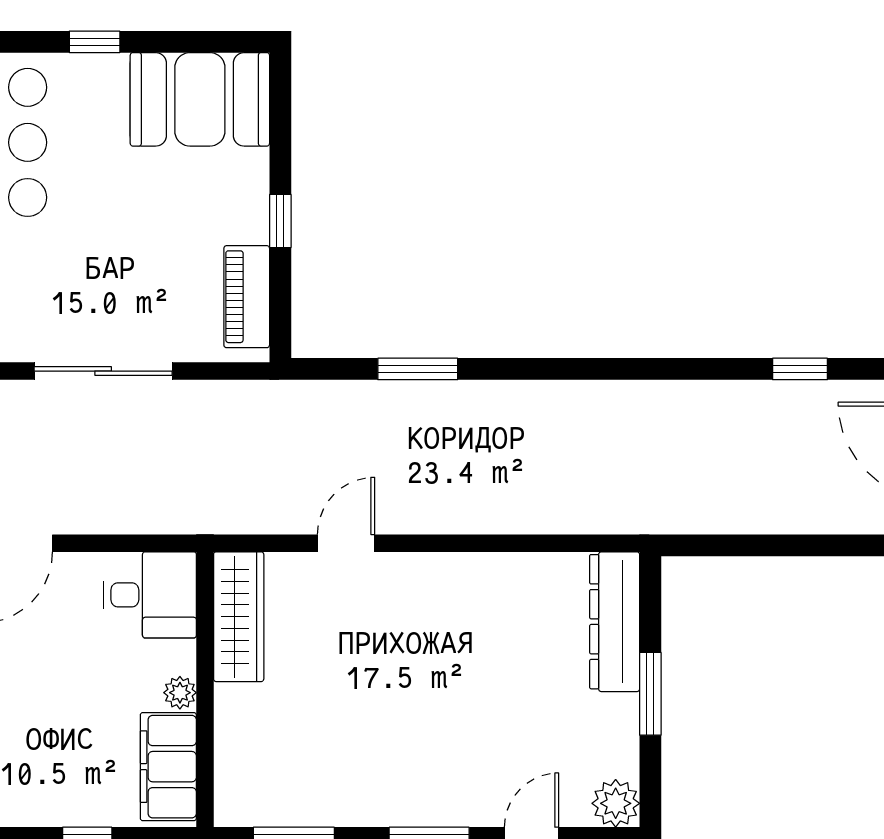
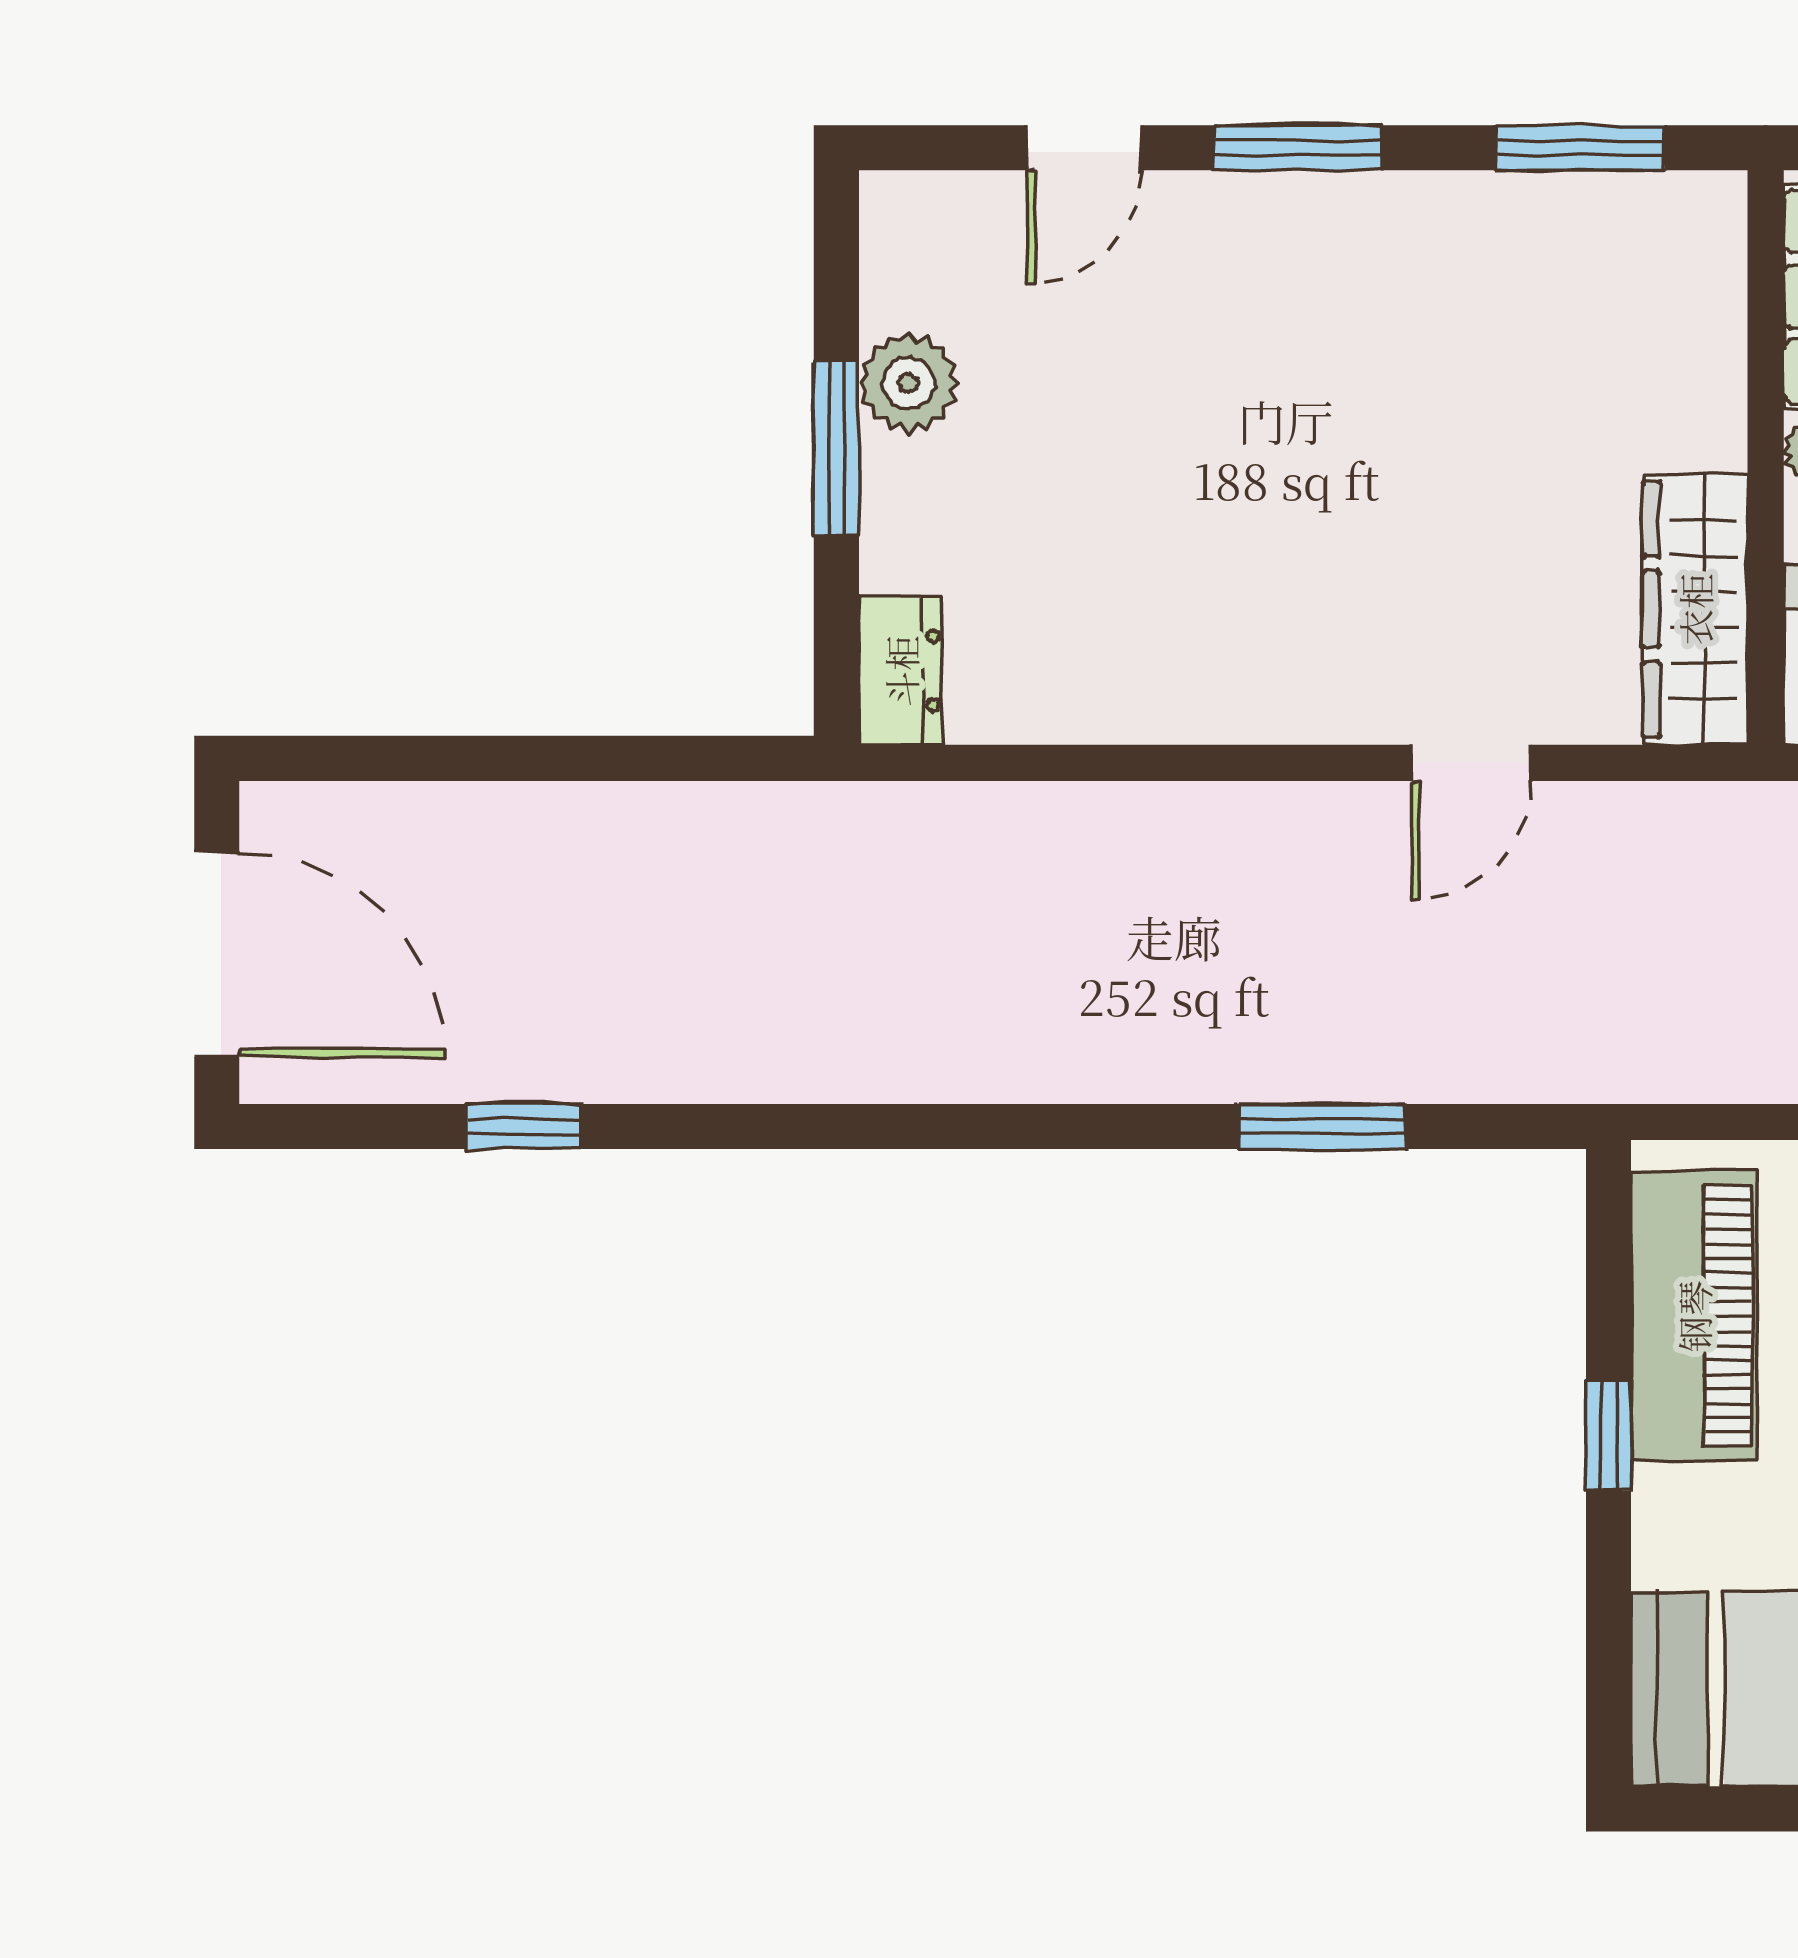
piano: (247, 297) -> (1694, 1316), width x1.37, depth x1.33
dresser: (615, 622) -> (901, 671), width x0.51, depth x0.80
plant: (616, 803) -> (909, 383), moved

